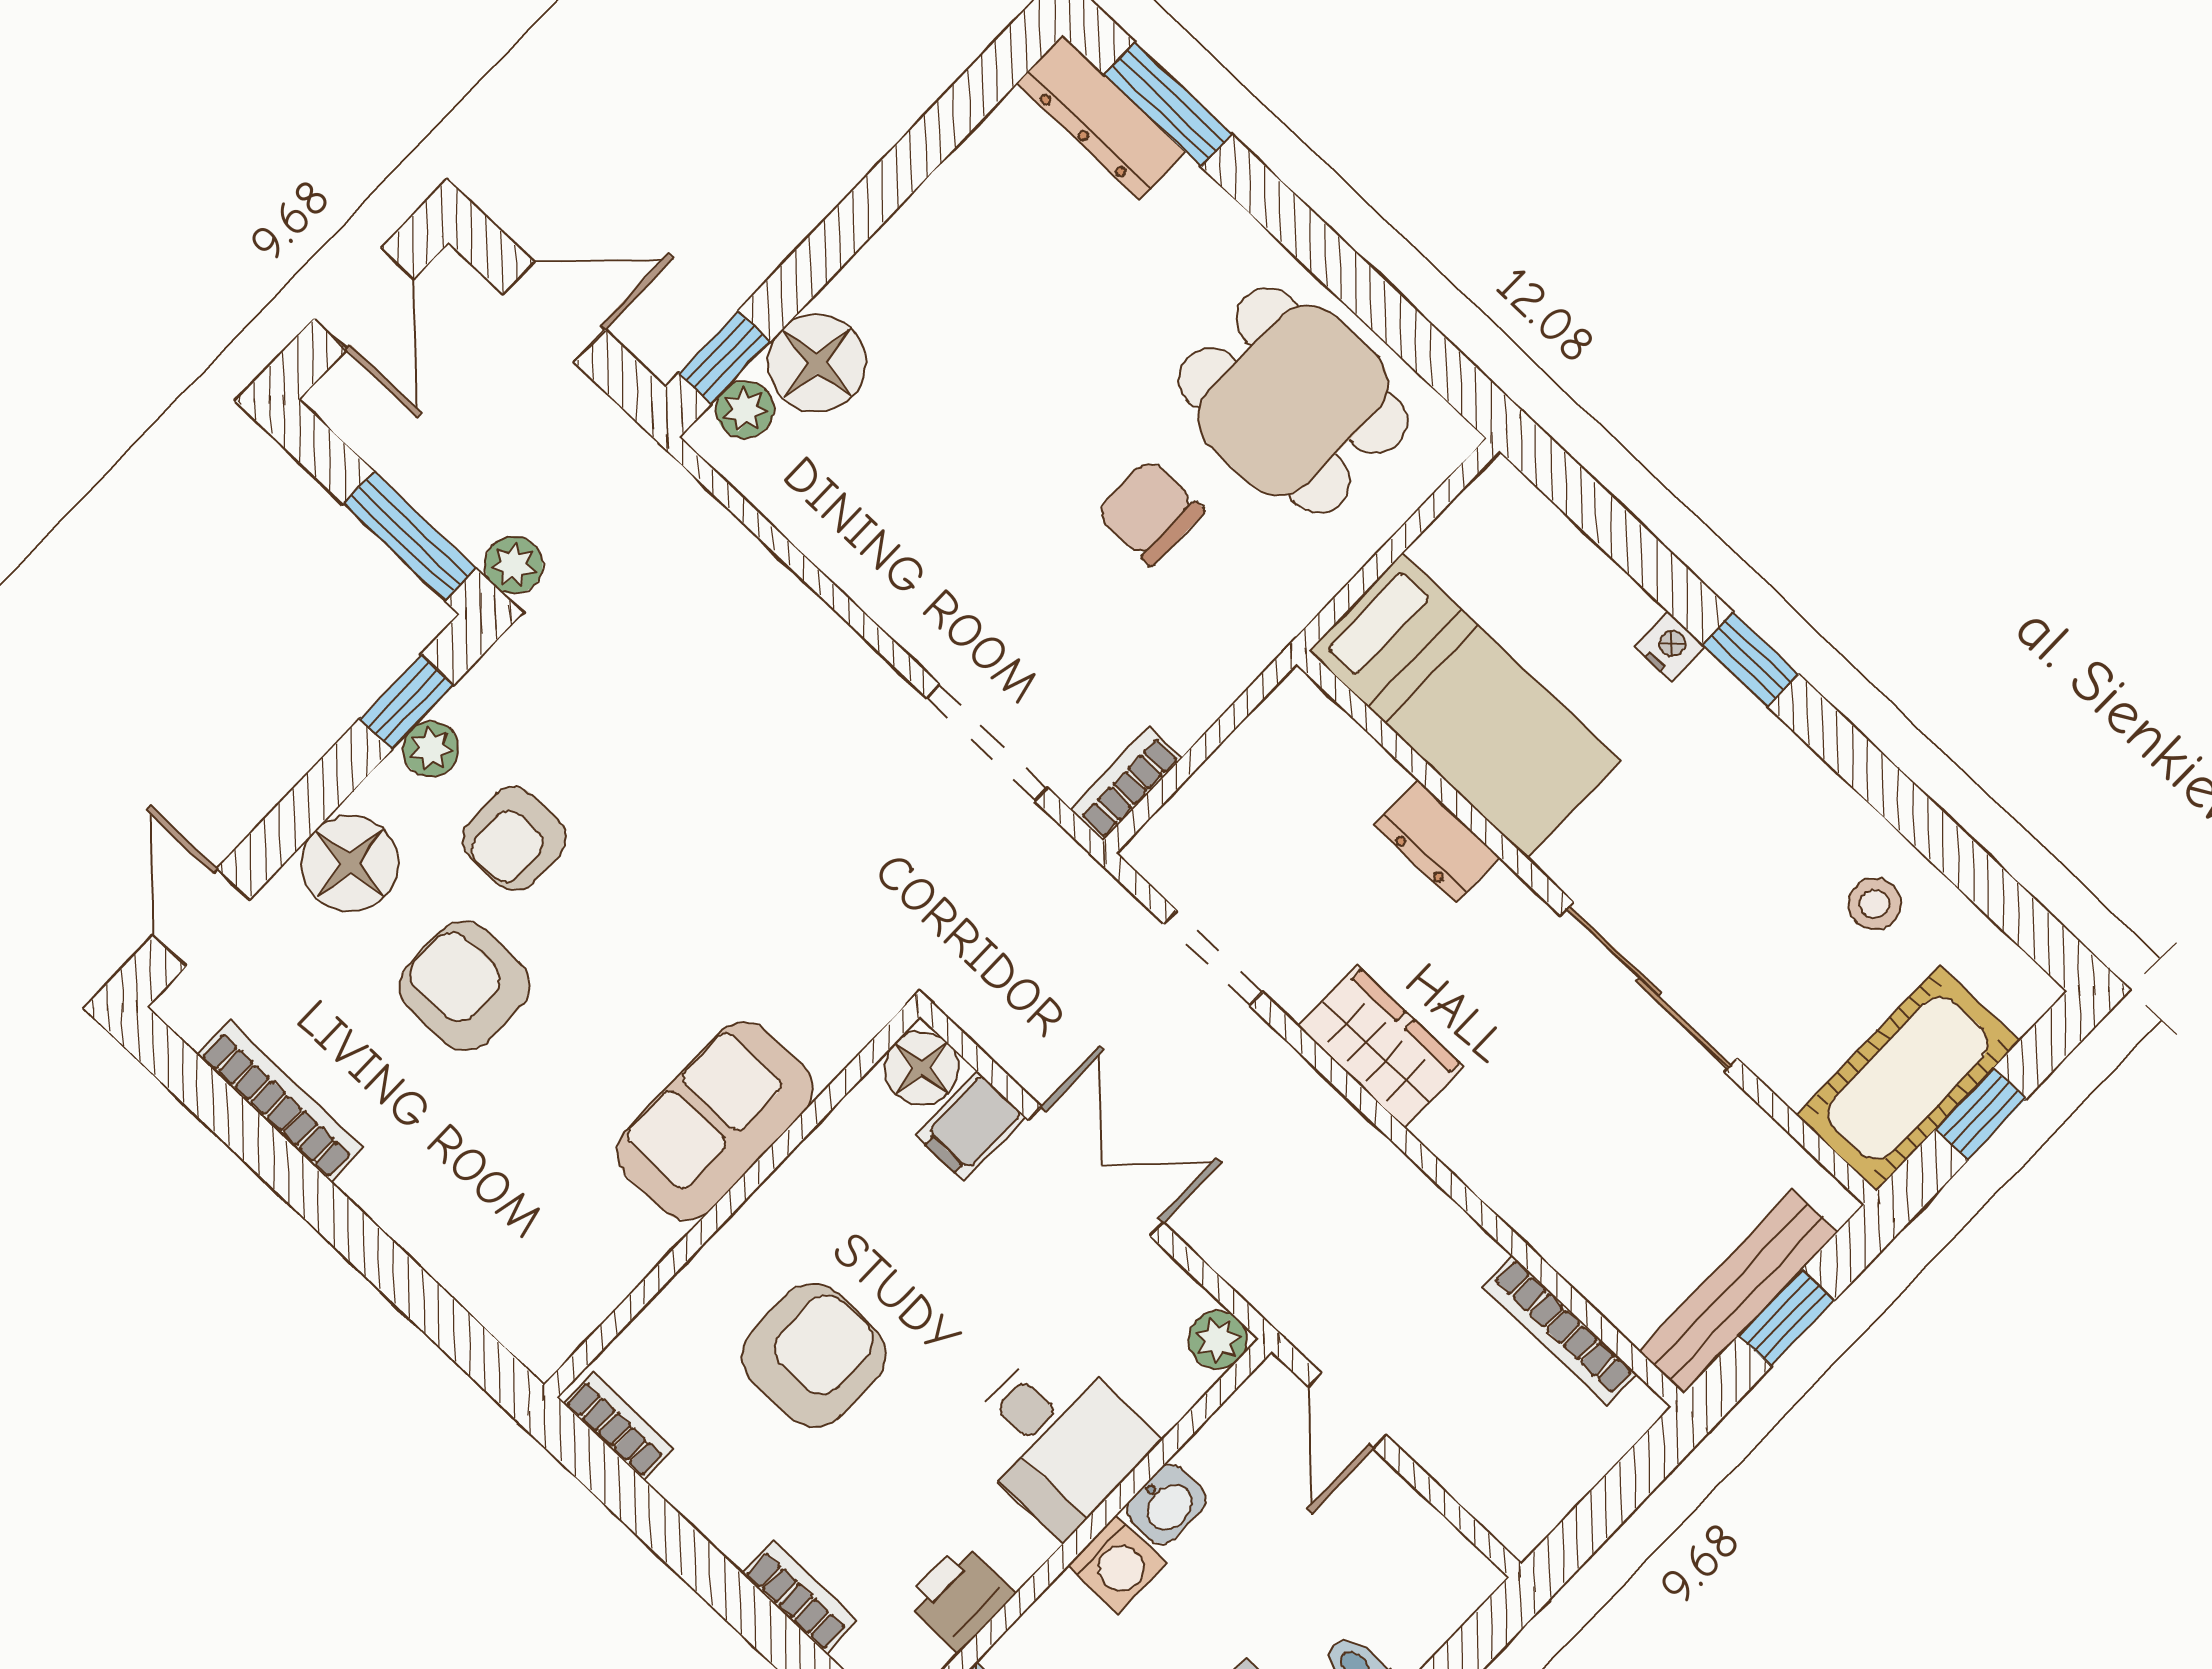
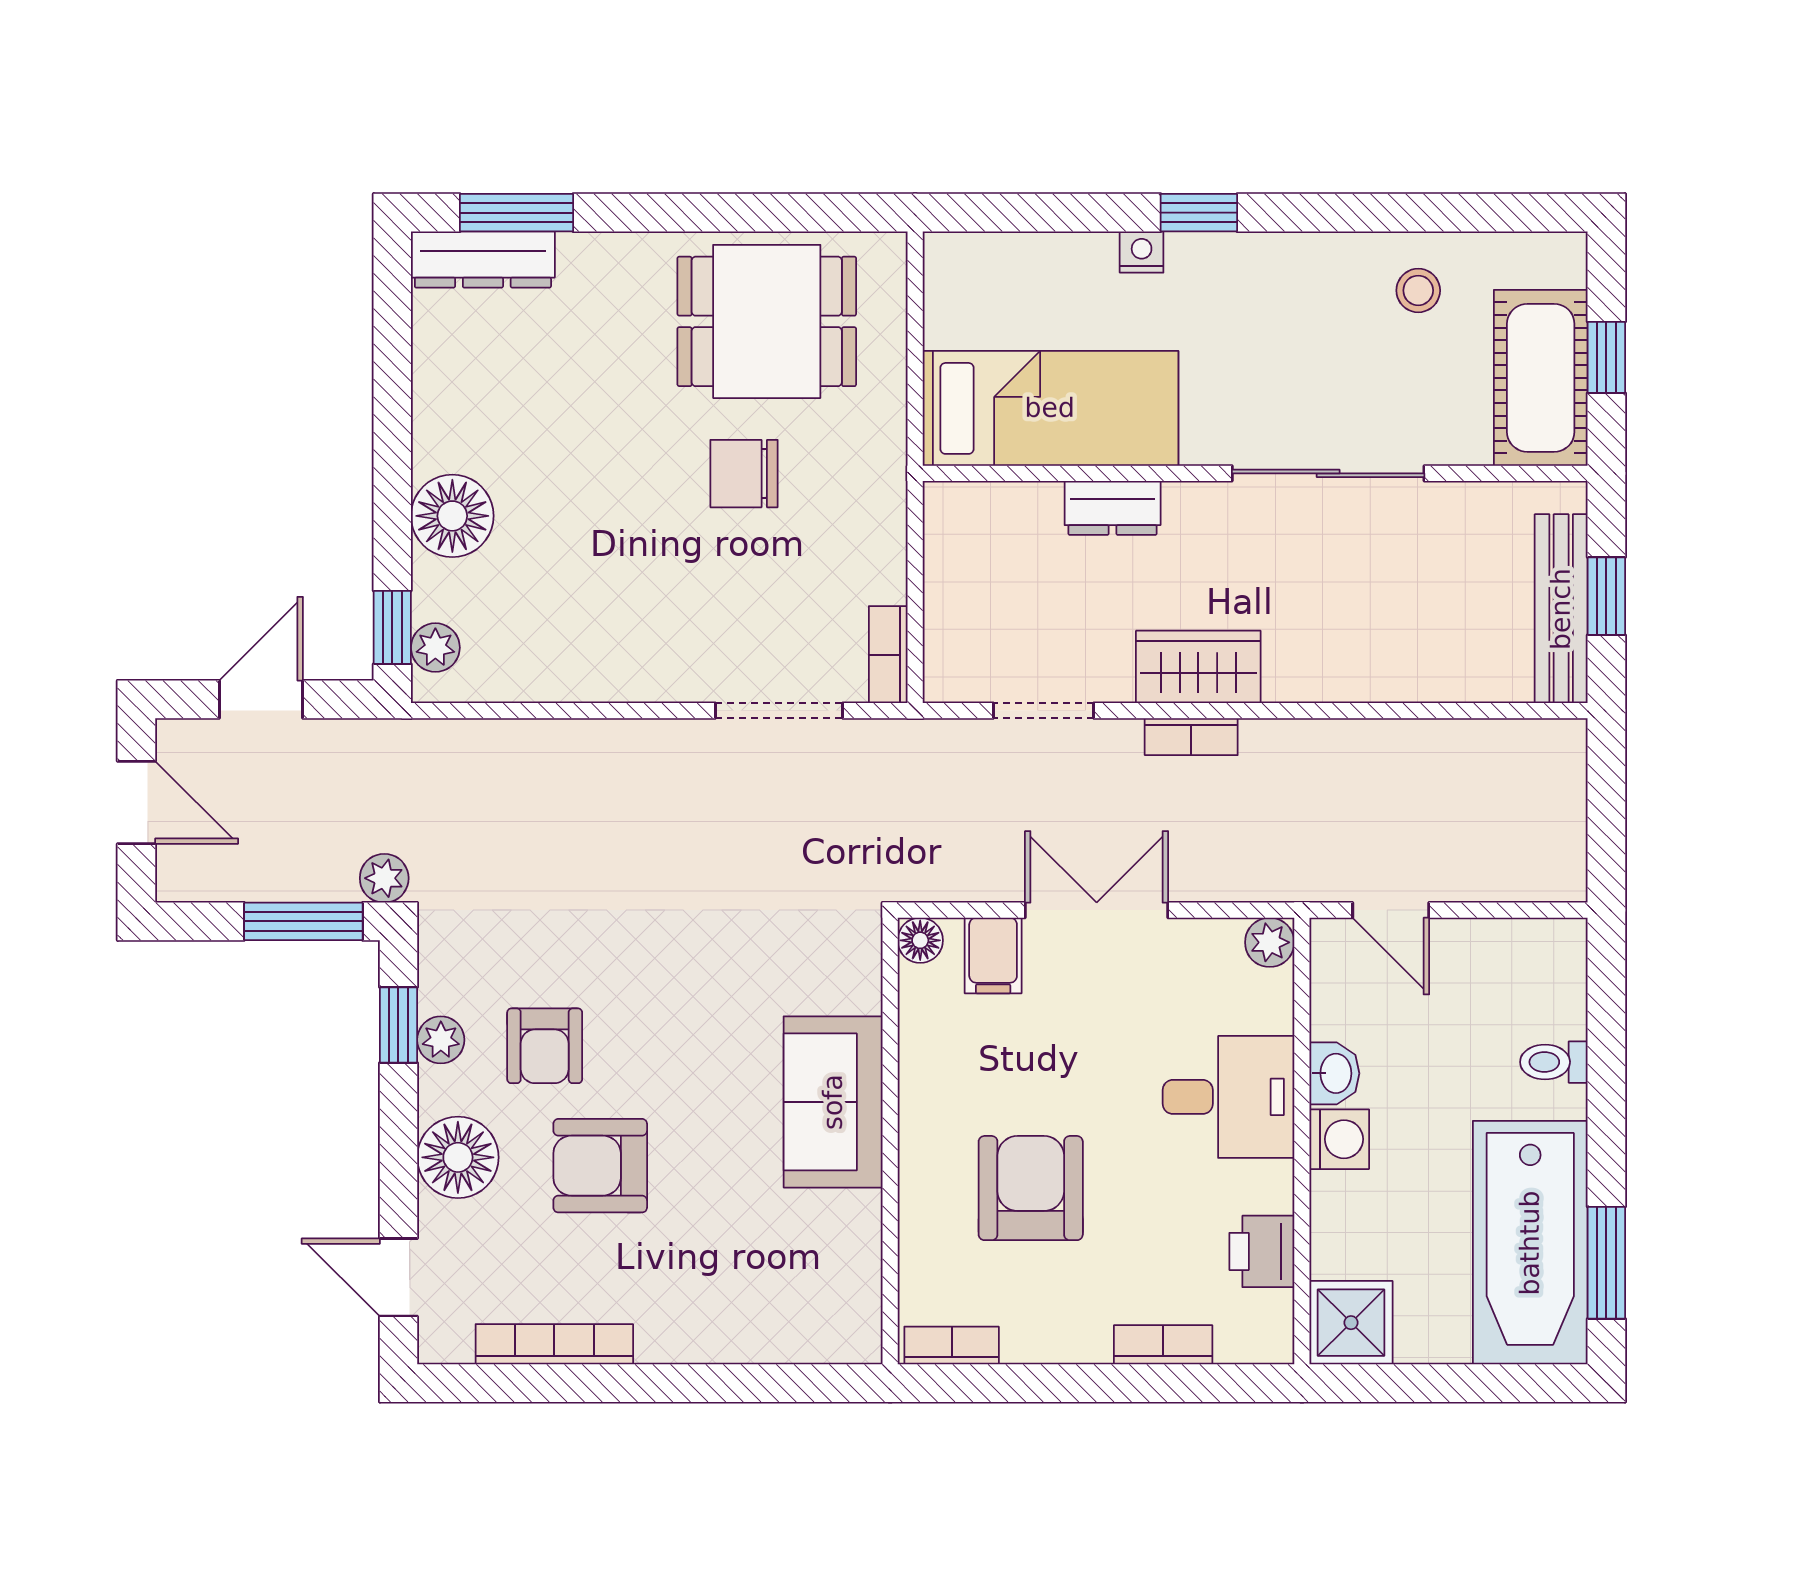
floor lamp: (817, 363) -> (452, 516), moved
floor lamp: (921, 1068) -> (920, 940), width x0.73, depth x0.73
bookcase: (1560, 1330) -> (1191, 737), moved, width x0.64

